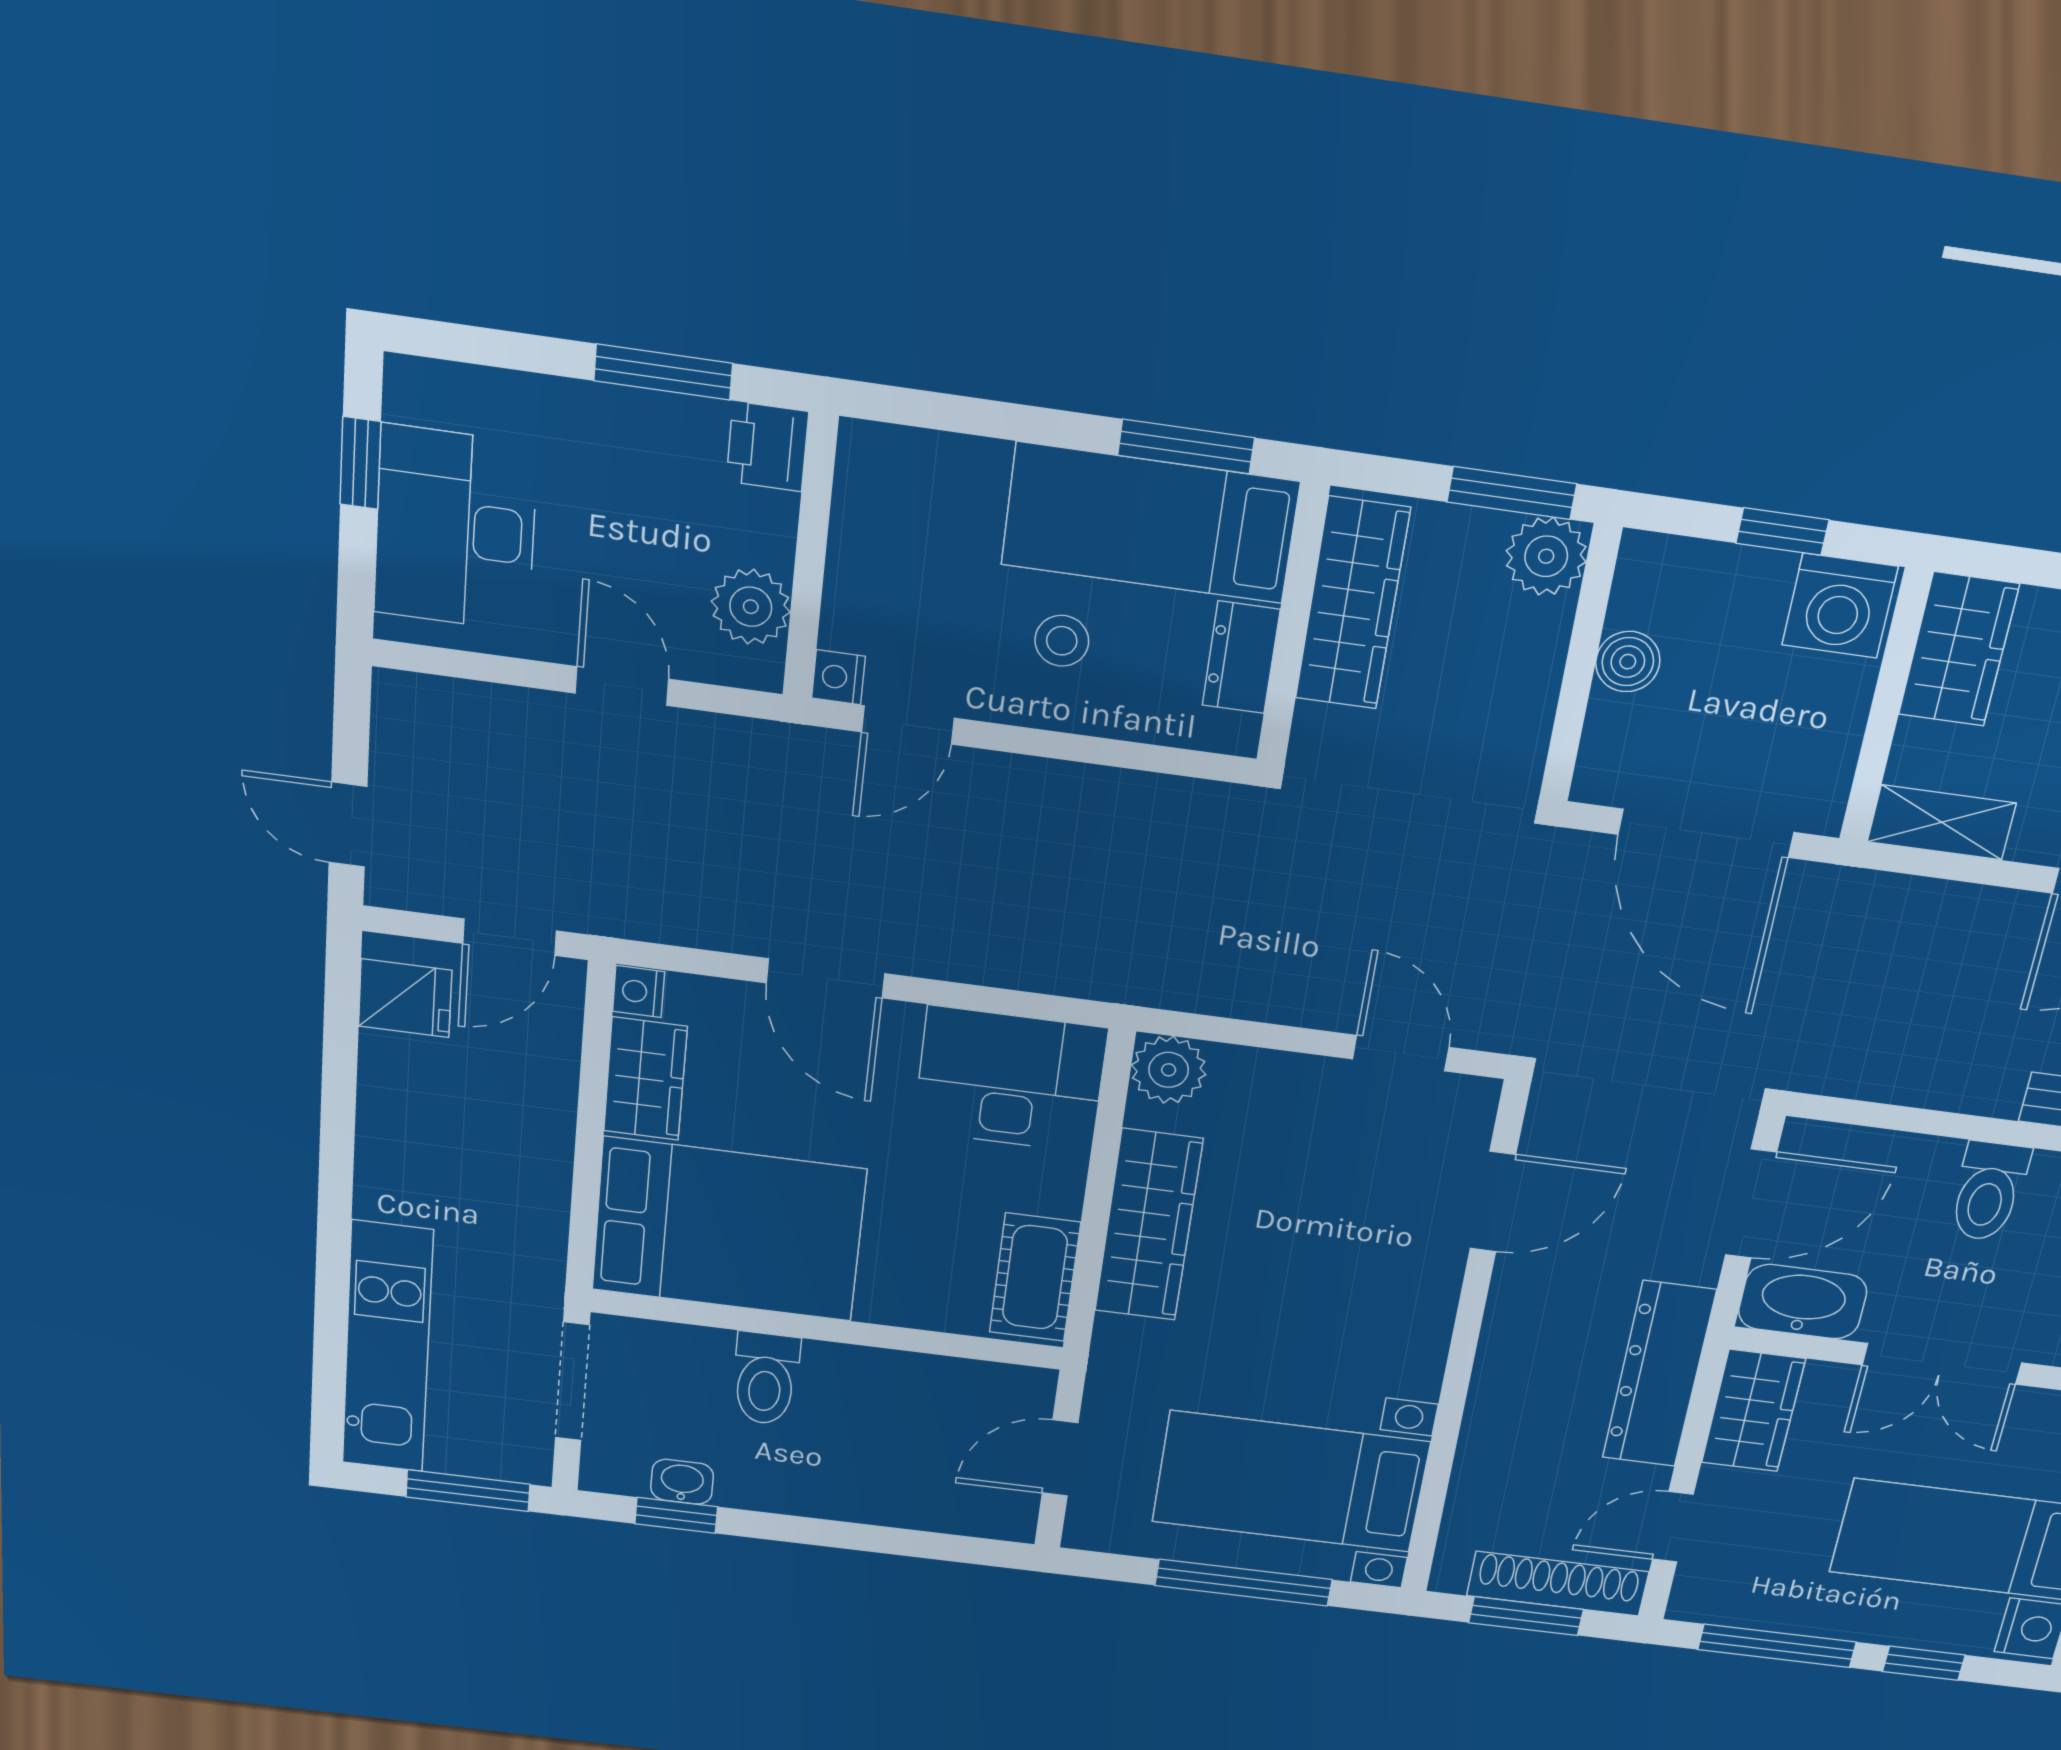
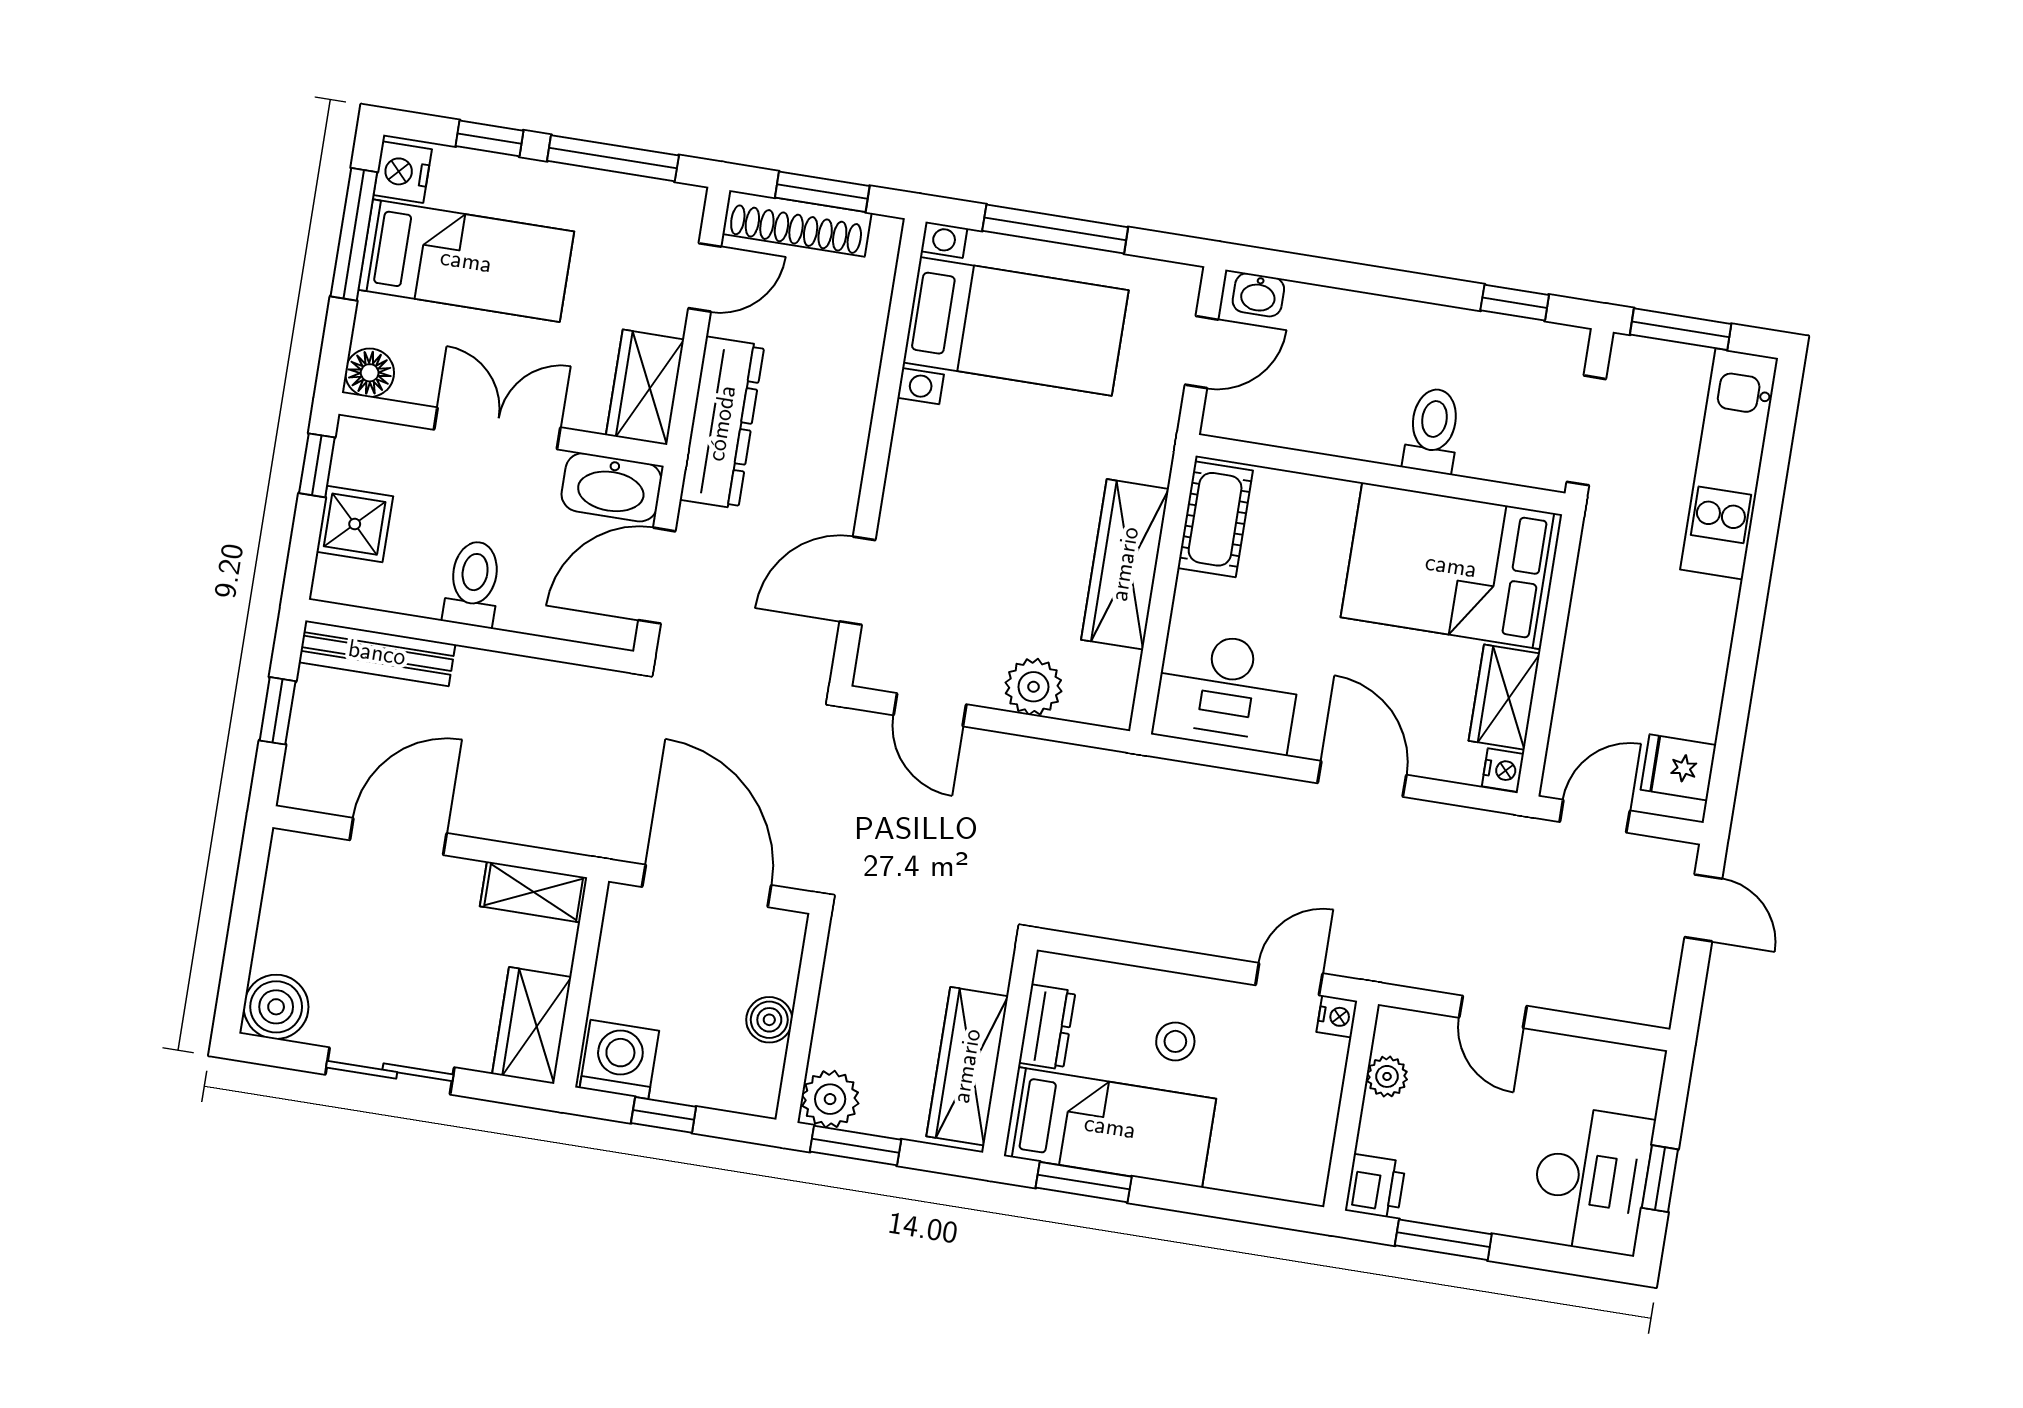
desk: (455, 529) -> (1591, 1180), moved
plant: (751, 607) -> (1387, 1076), width x0.73, depth x0.73
plant: (1169, 1070) -> (1033, 687), moved
washbasin: (682, 1482) -> (1258, 295), moved

